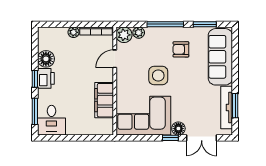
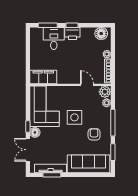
floor lamp: (46, 59) -> (101, 34), moved
filing cabinet: (104, 100) -> (43, 77), moved
desk: (51, 120) -> (54, 38), moved, turned 90

